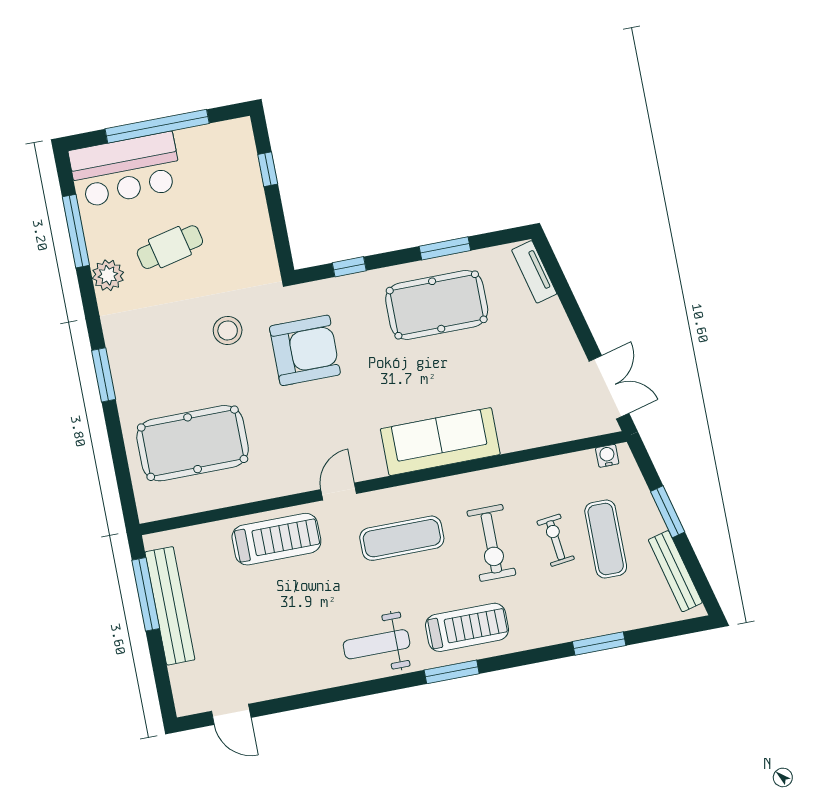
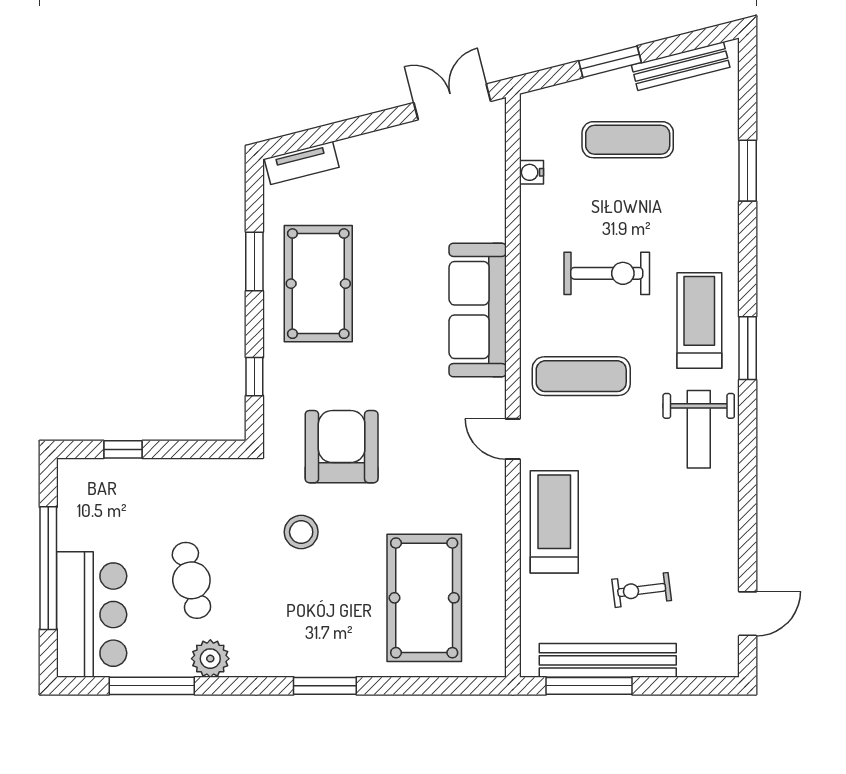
water cooler: (607, 456) -> (531, 172), moved
exercise mat: (402, 538) -> (581, 376), turned 90
exercise bike: (556, 540) -> (642, 590), moved

